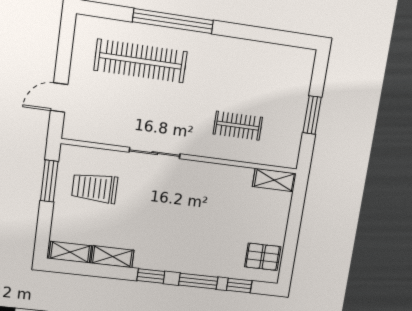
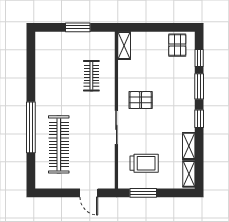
trolley: (95, 188) -> (144, 163), turned -90
pallet: (191, 194) -> (141, 100), added

